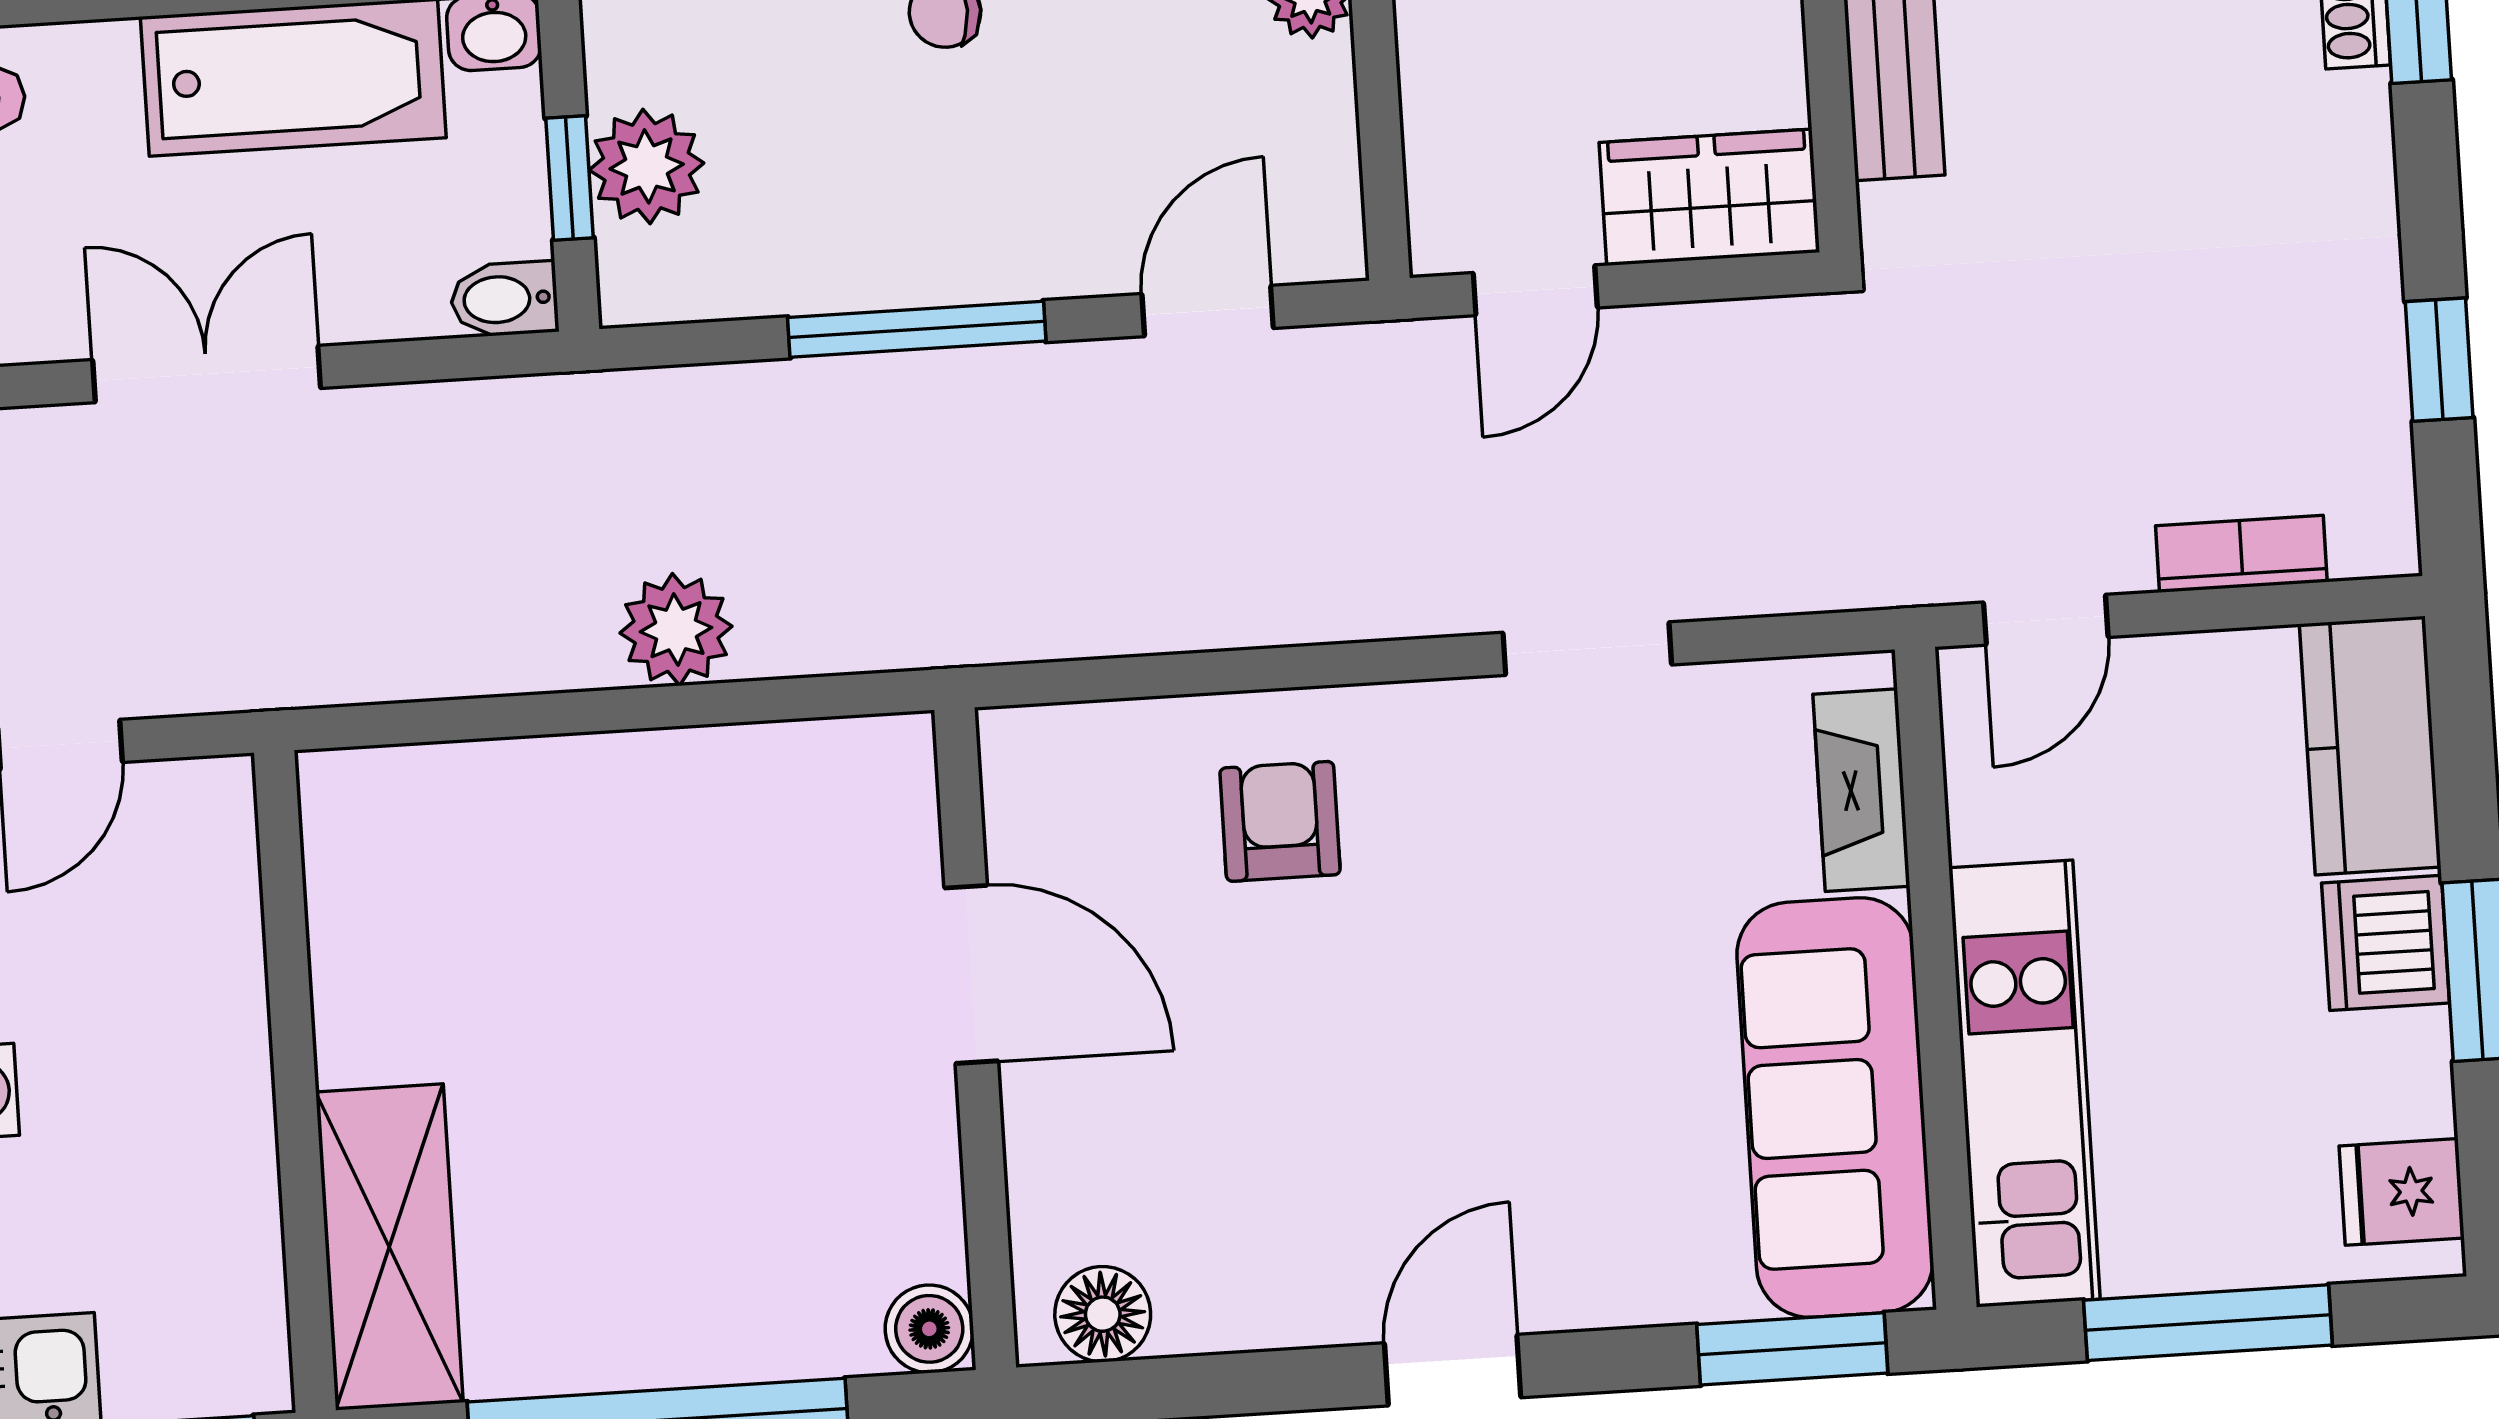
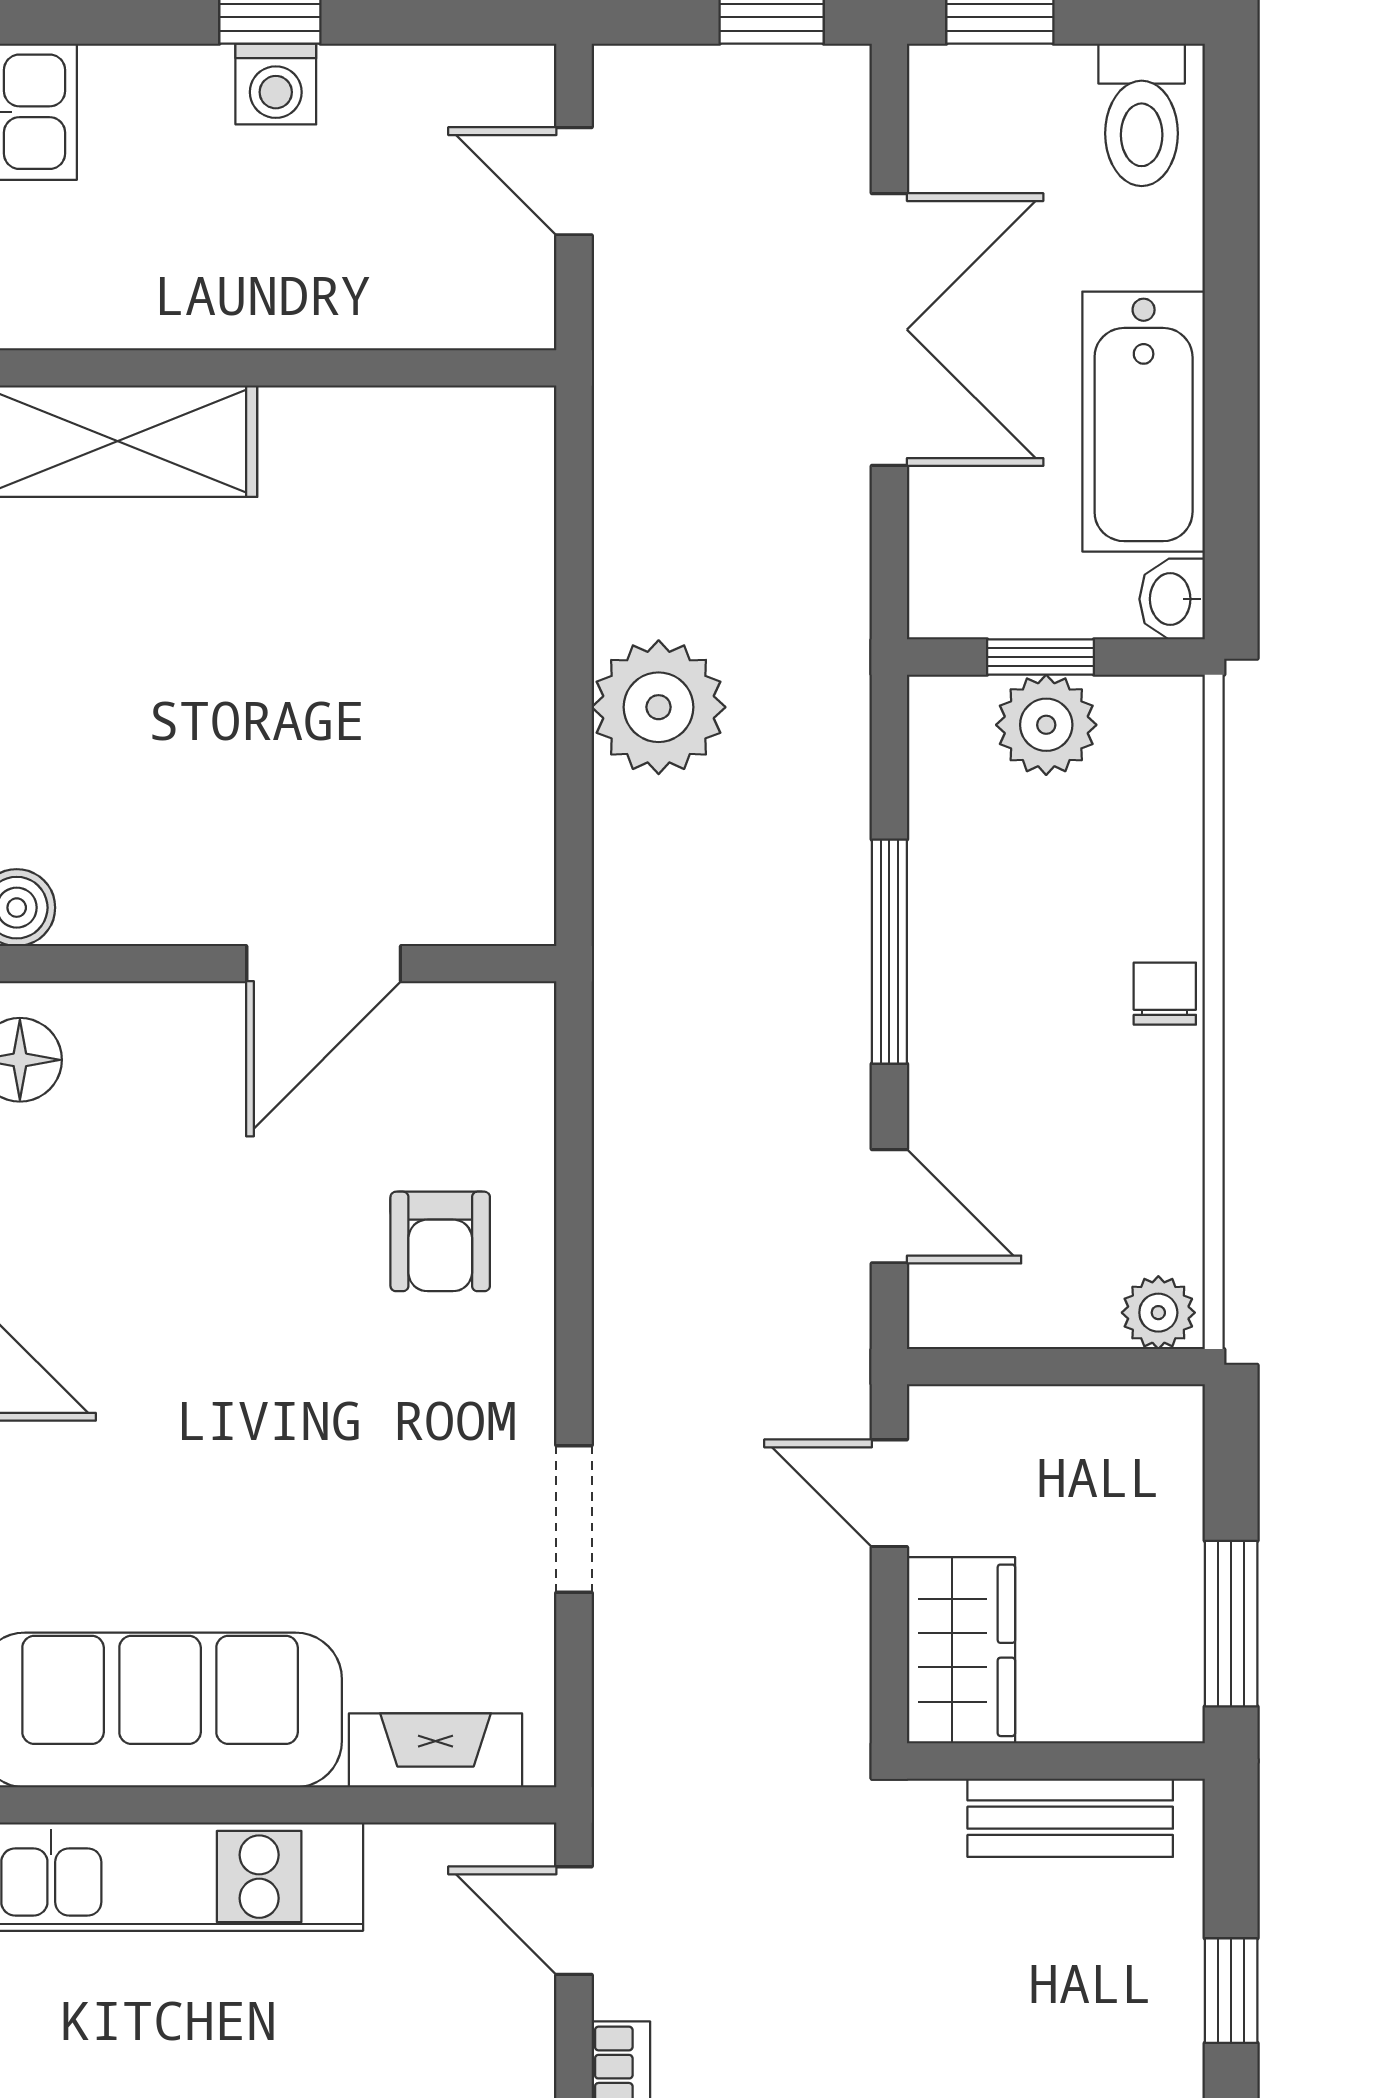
bidet: (504, 299) -> (938, 593), removed
double door: (207, 374) -> (889, 330), width x1.37
plant: (676, 630) -> (659, 707), width x1.36, depth x1.36
armchair: (1280, 821) -> (440, 1241), turned 90

